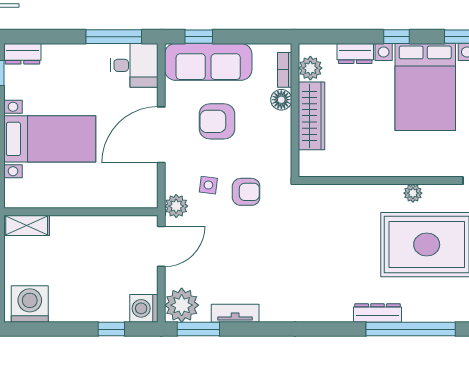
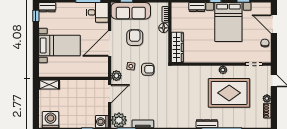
plant: (310, 68) -> (177, 14), removed
wardrobe: (312, 116) -> (177, 47), moved
armchair: (217, 121) -> (135, 38), turned 90

